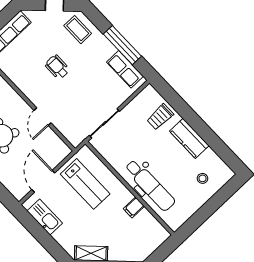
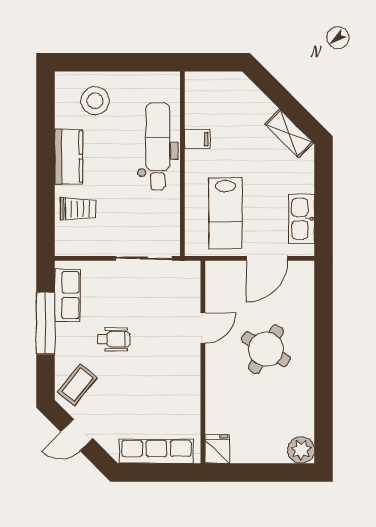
coffee table: (78, 30) -> (77, 385), turned 39
wheelchair: (57, 67) -> (114, 339), moved, turned -90
stool: (203, 178) -> (95, 101), width x1.89, depth x1.89
lab bench: (85, 184) -> (225, 213), turned 180

